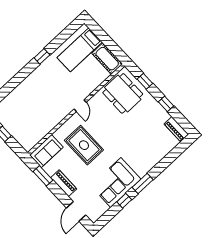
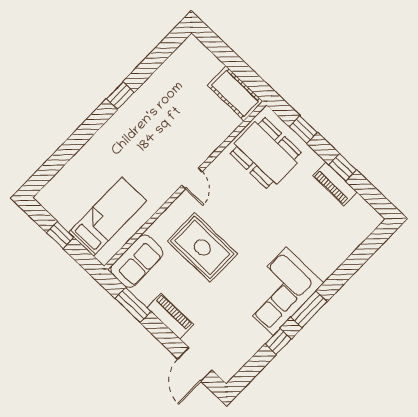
bed: (80, 50) -> (108, 217), moved, turned 180
piano: (176, 129) -> (335, 184), moved
corner sofa: (116, 182) -> (280, 291), moved

